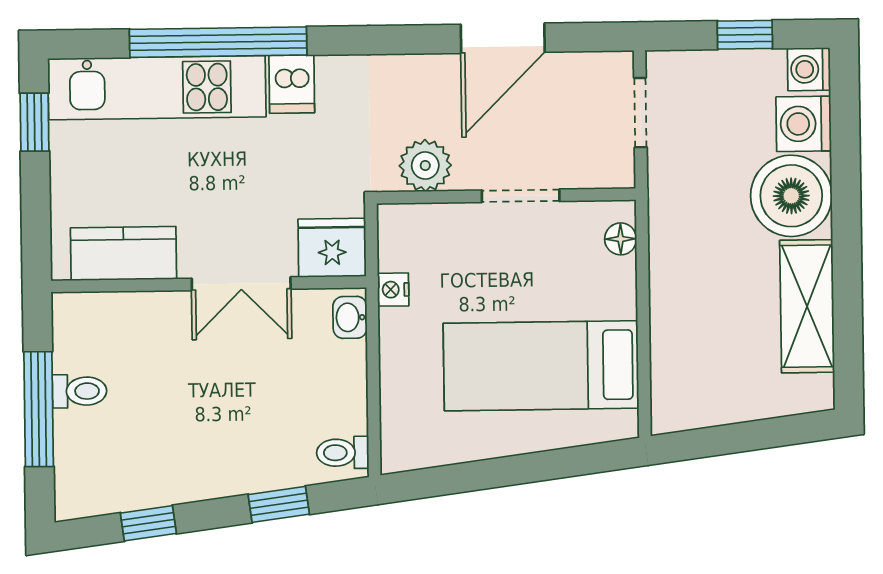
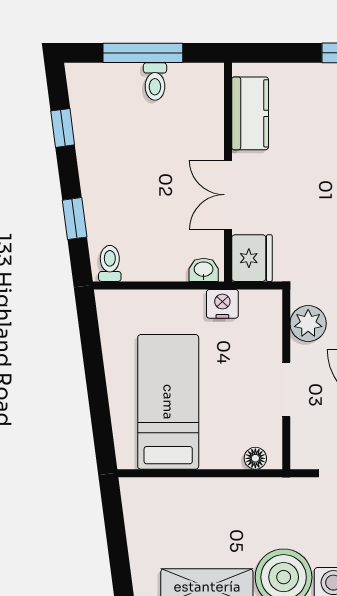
nightstand: (393, 290) -> (222, 304), width x1.39, depth x1.35

